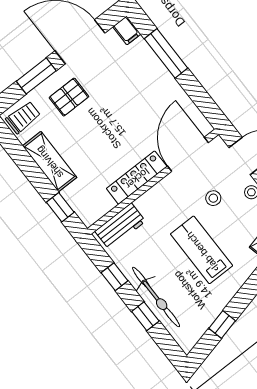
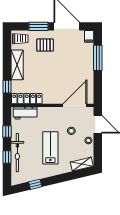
locker: (137, 178) -> (27, 99), moved

